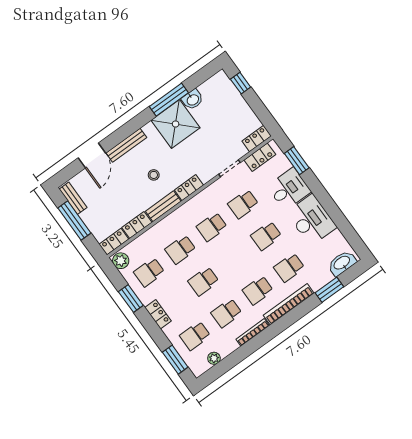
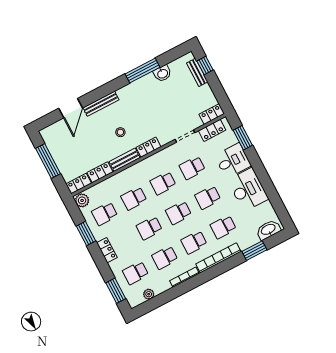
shower: (176, 124) -> (145, 92), removed
bench: (73, 198) -> (197, 72), moved
school desk: (235, 259) -> (178, 213), added

